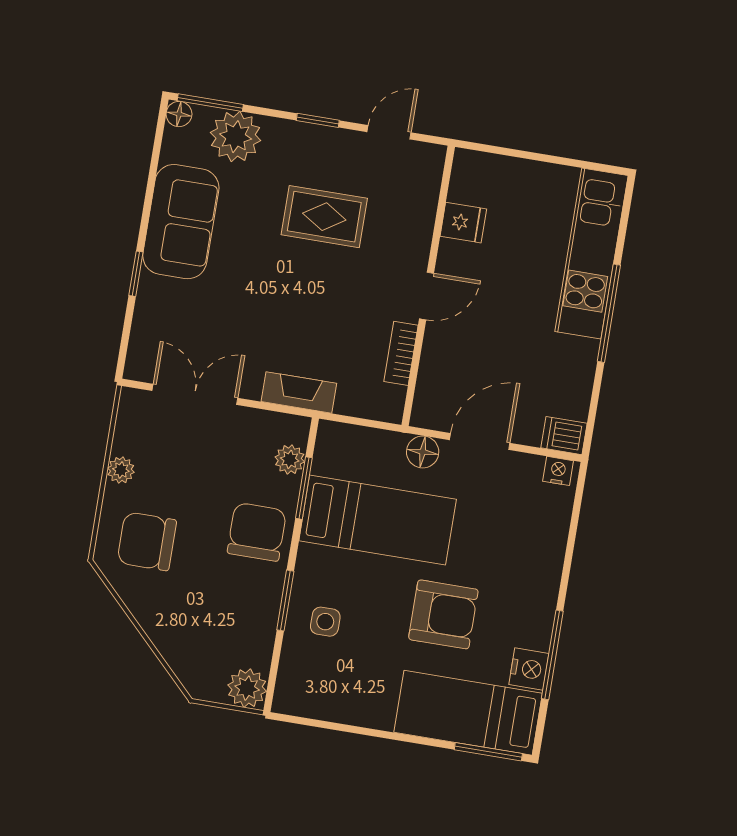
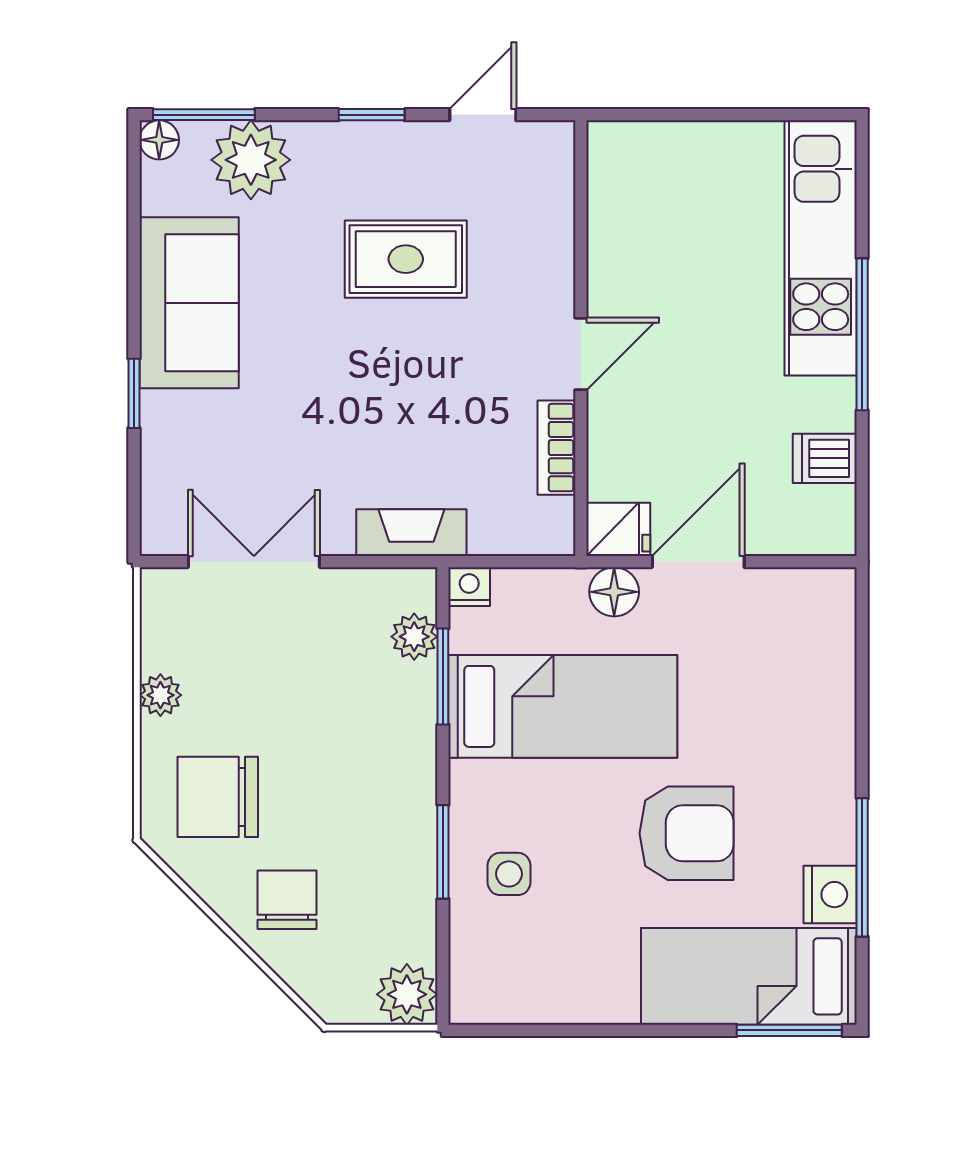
fridge: (463, 223) -> (618, 529), moved
dishwasher: (564, 436) -> (825, 458), moved
nightstand: (558, 471) -> (469, 587), moved
chair: (257, 532) -> (287, 900), moved, width x0.73, depth x0.73

